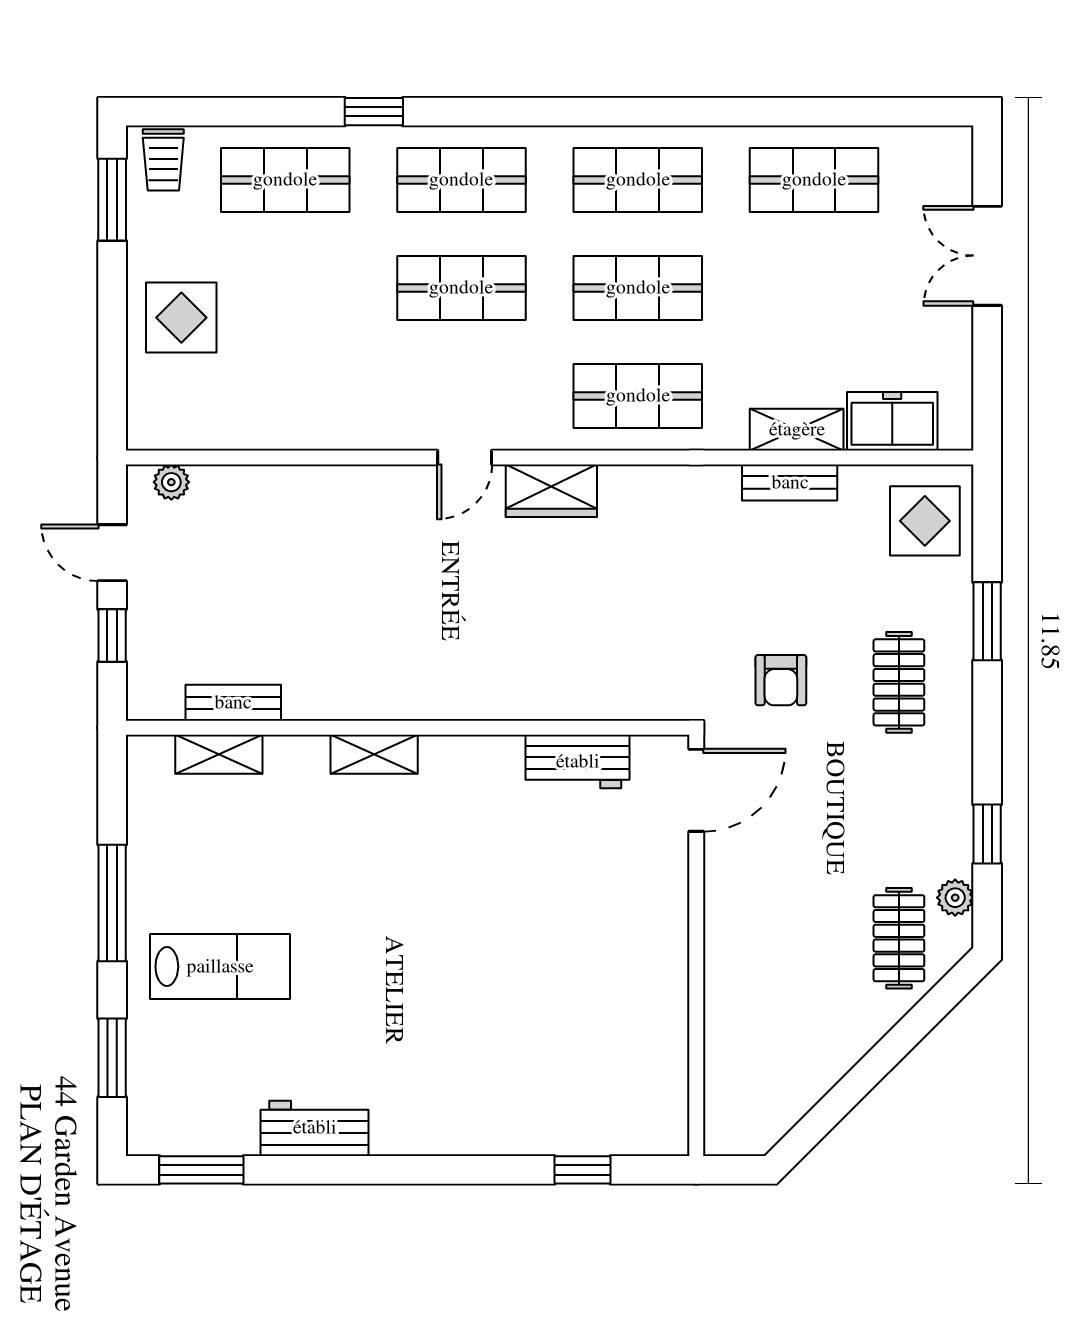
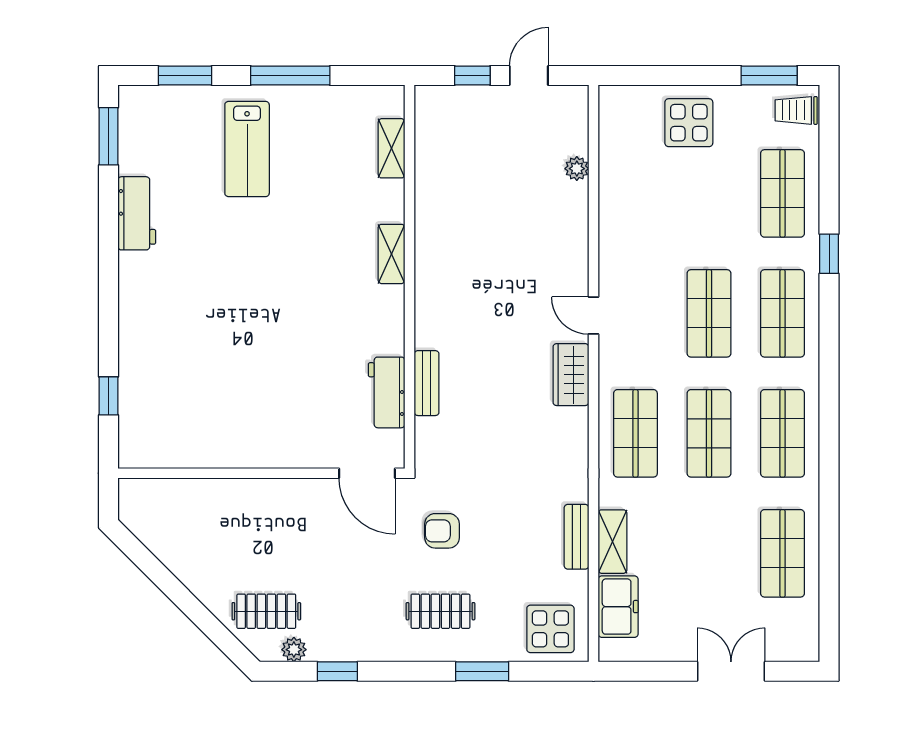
plant: (171, 482) -> (577, 169), moved
bench: (233, 703) -> (427, 383), moved

